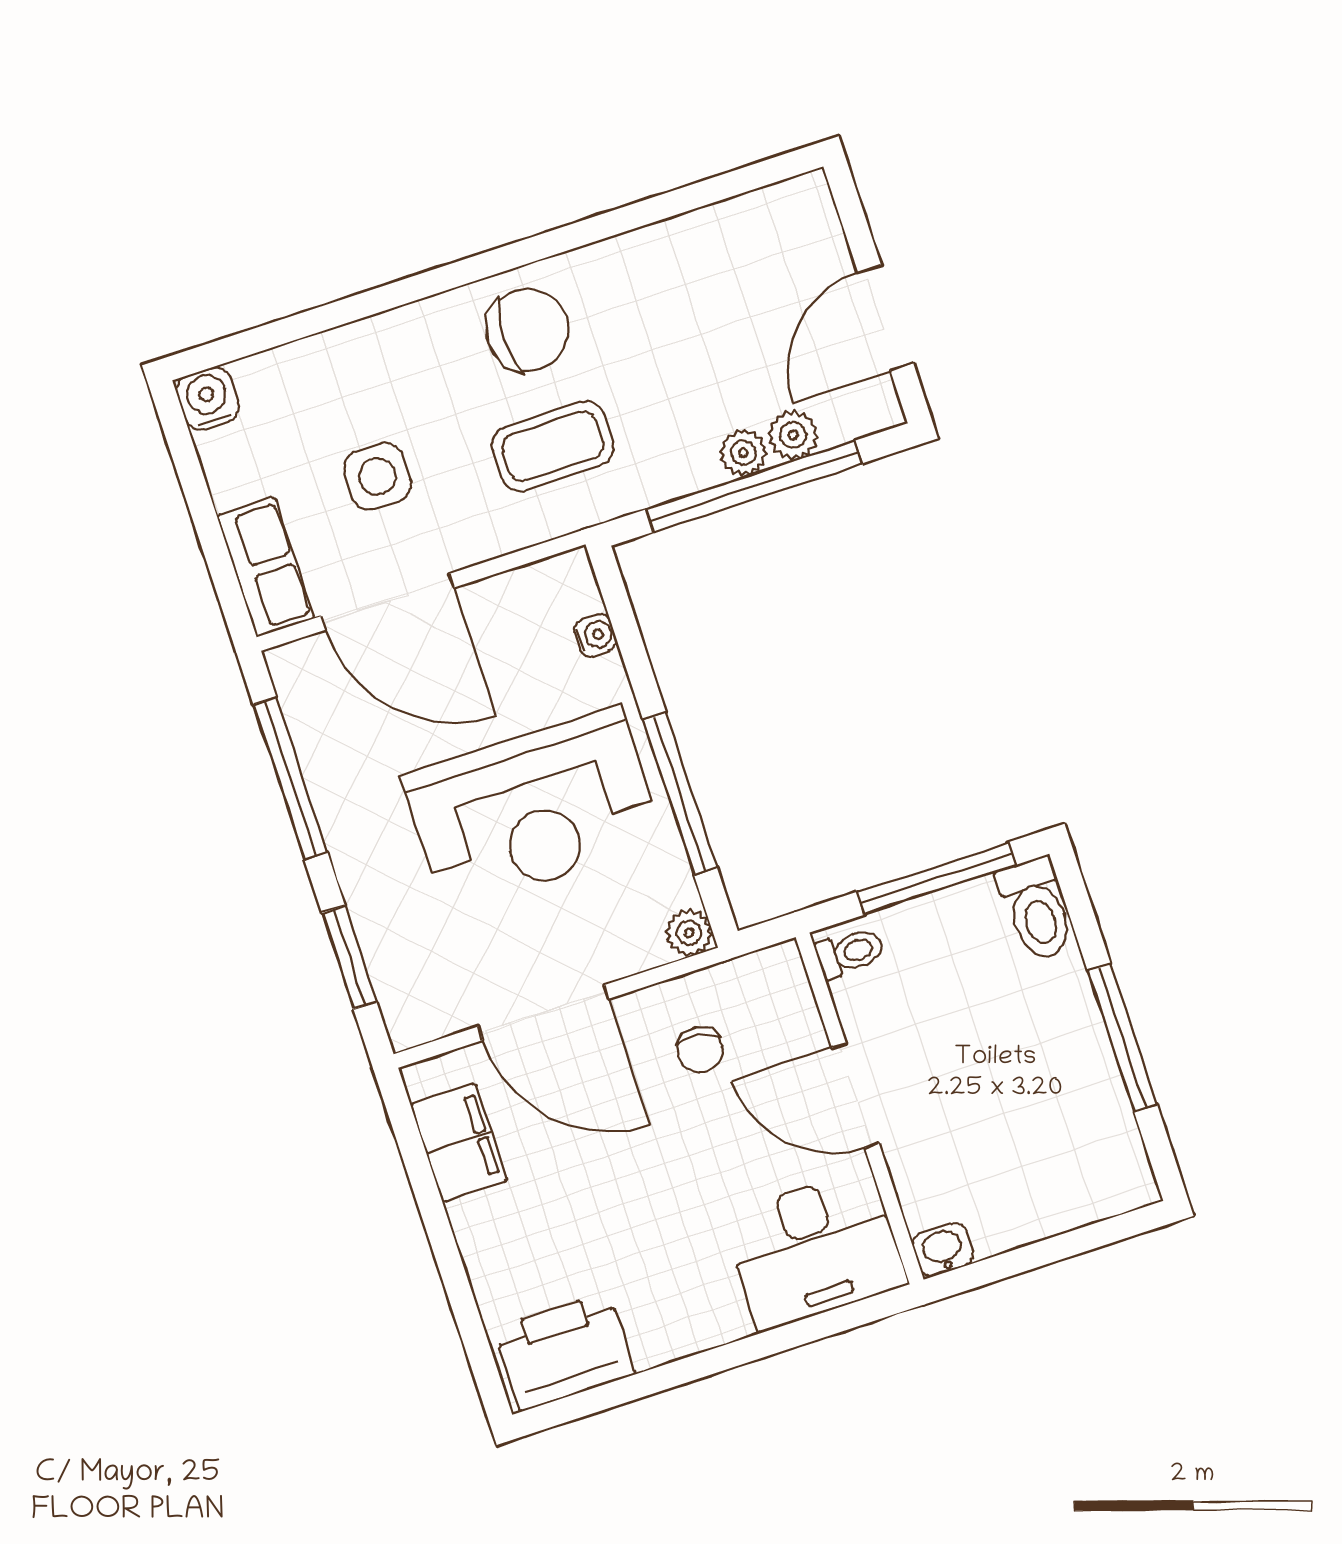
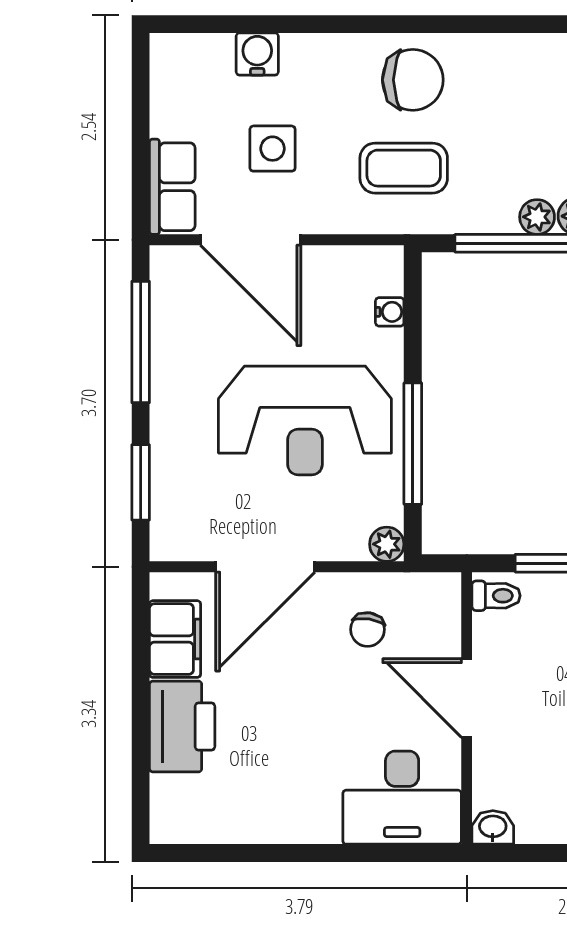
water cooler: (208, 399) -> (257, 54), moved
door: (543, 1013) -> (265, 567), hinge flipped
printer: (564, 1352) -> (182, 726), moved, turned 90

